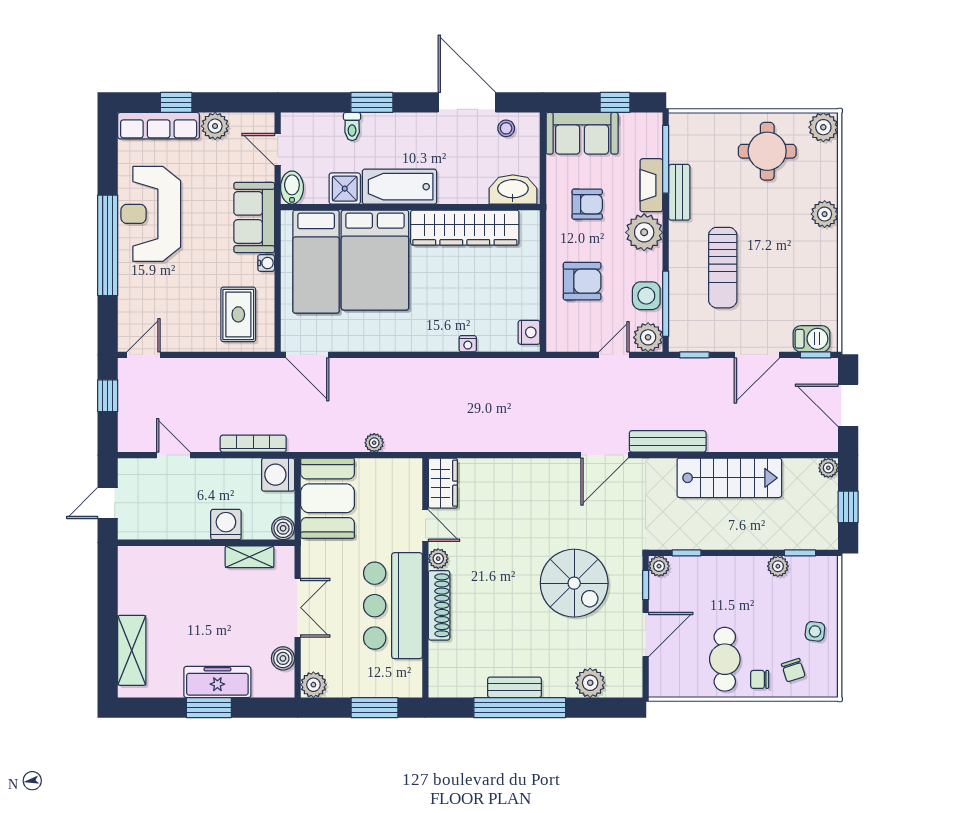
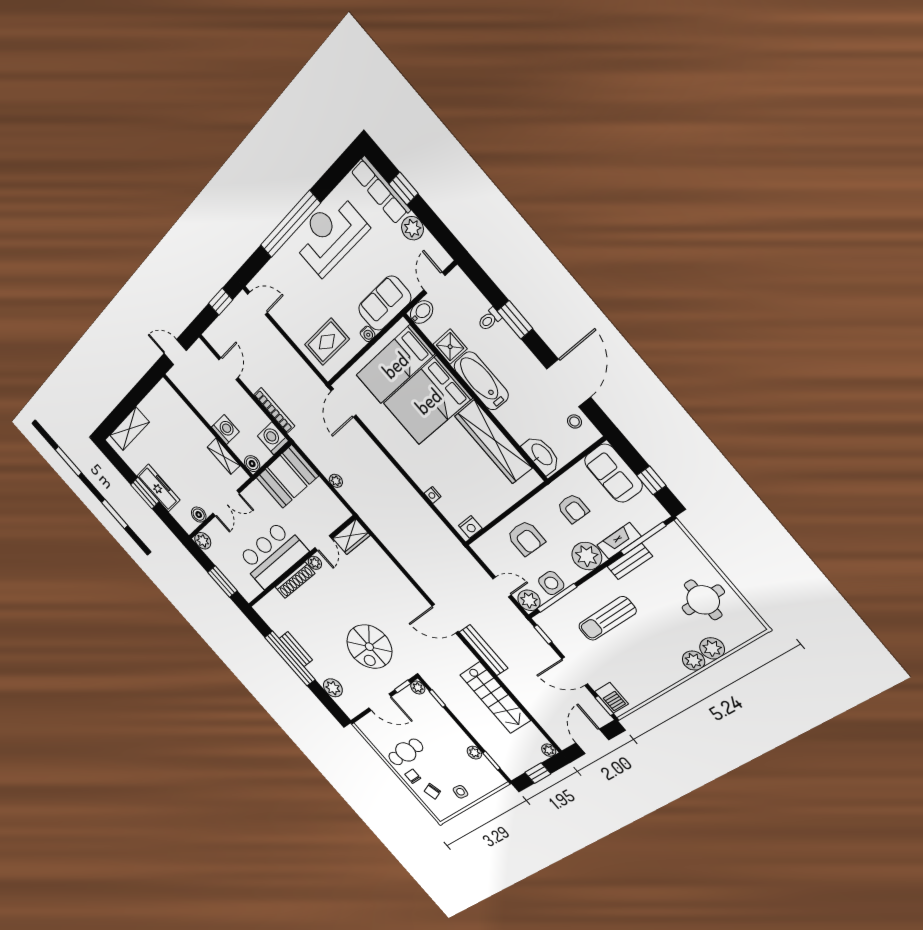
plant: (823, 127) -> (712, 648), moved

